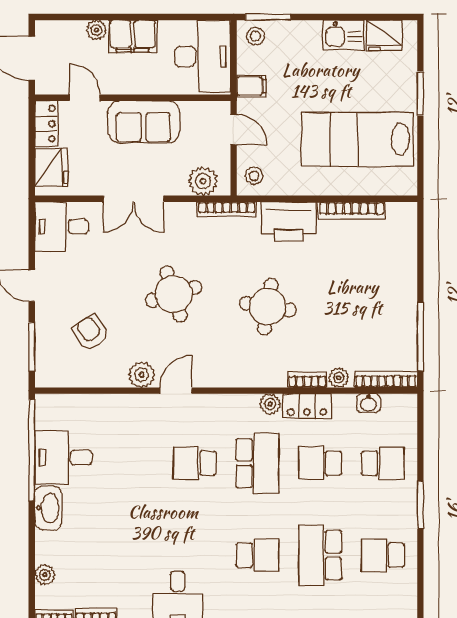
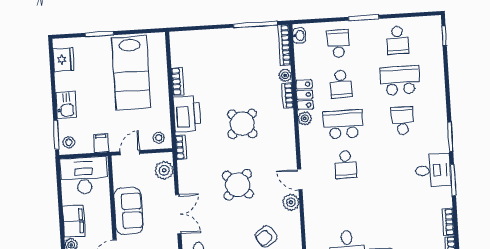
kitchen sink: (343, 35) -> (66, 105), moved
bookcase: (227, 209) -> (181, 147), width x0.64
bookcase: (352, 210) -> (178, 81), width x0.64
round table: (174, 294) -> (238, 185), turned -30
round table: (268, 307) -> (242, 124), turned 38
washbasin: (369, 403) -> (299, 36), moved
school desk: (320, 555) -> (400, 80), turned 180

